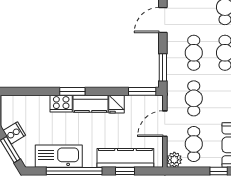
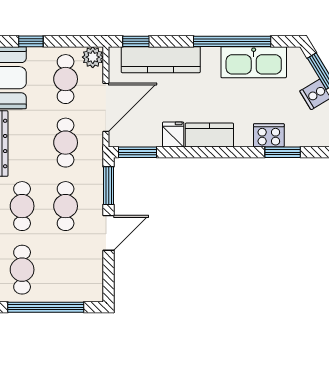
door: (163, 20) -> (109, 233), moved
window: (72, 91) -> (283, 152), moved
cooker: (61, 104) -> (269, 135), moved
door: (165, 124) -> (106, 107), width x1.36
window: (125, 171) -> (136, 41), moved

